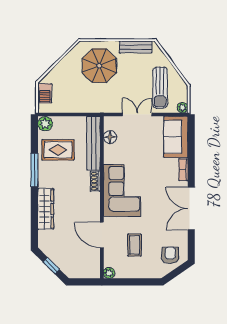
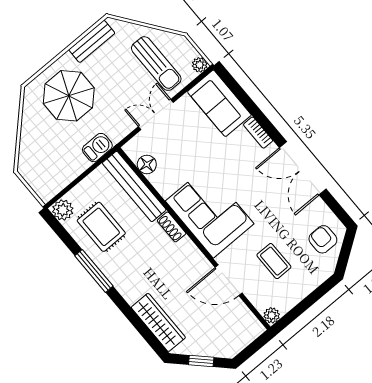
barbecue: (45, 93) -> (97, 148), moved, turned -90
rug: (58, 150) -> (101, 227), turned 90
wardrobe: (46, 209) -> (158, 322), moved

